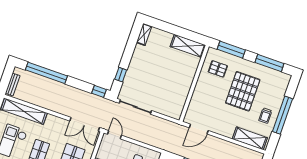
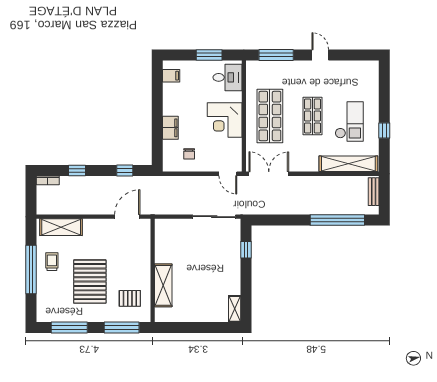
shelving: (188, 46) -> (163, 285), moved, turned 90
window: (99, 91) -> (265, 220), removed

